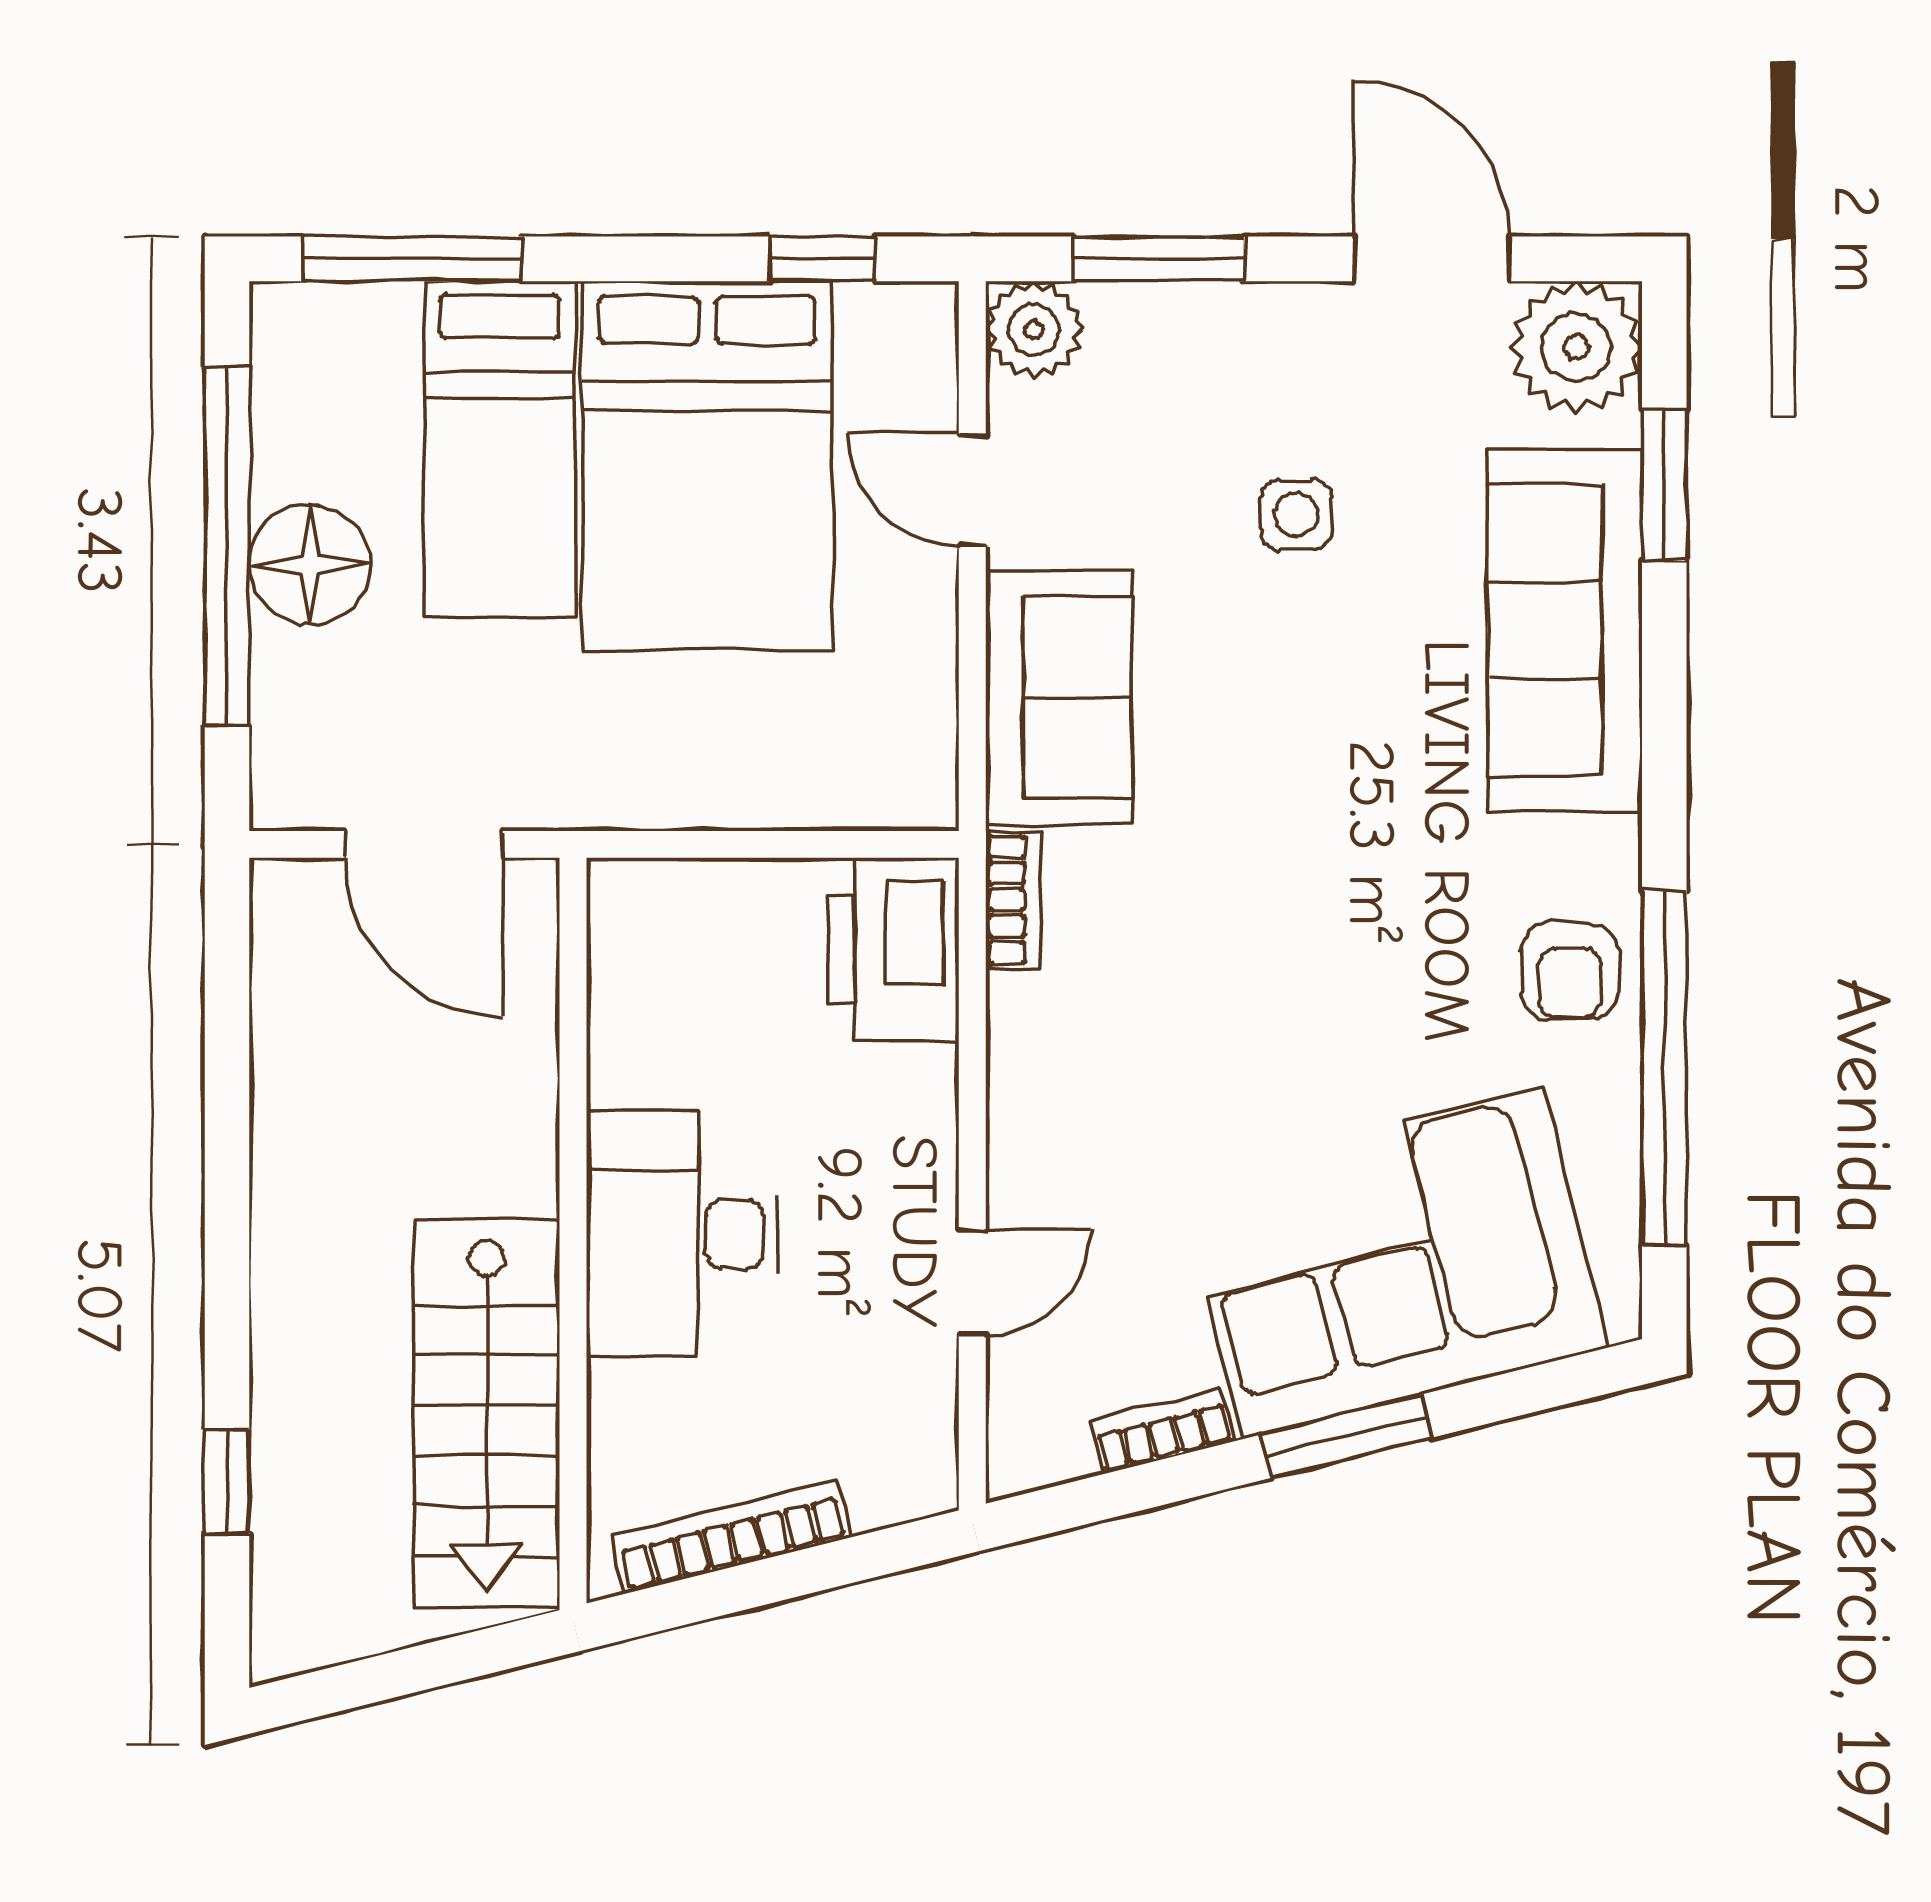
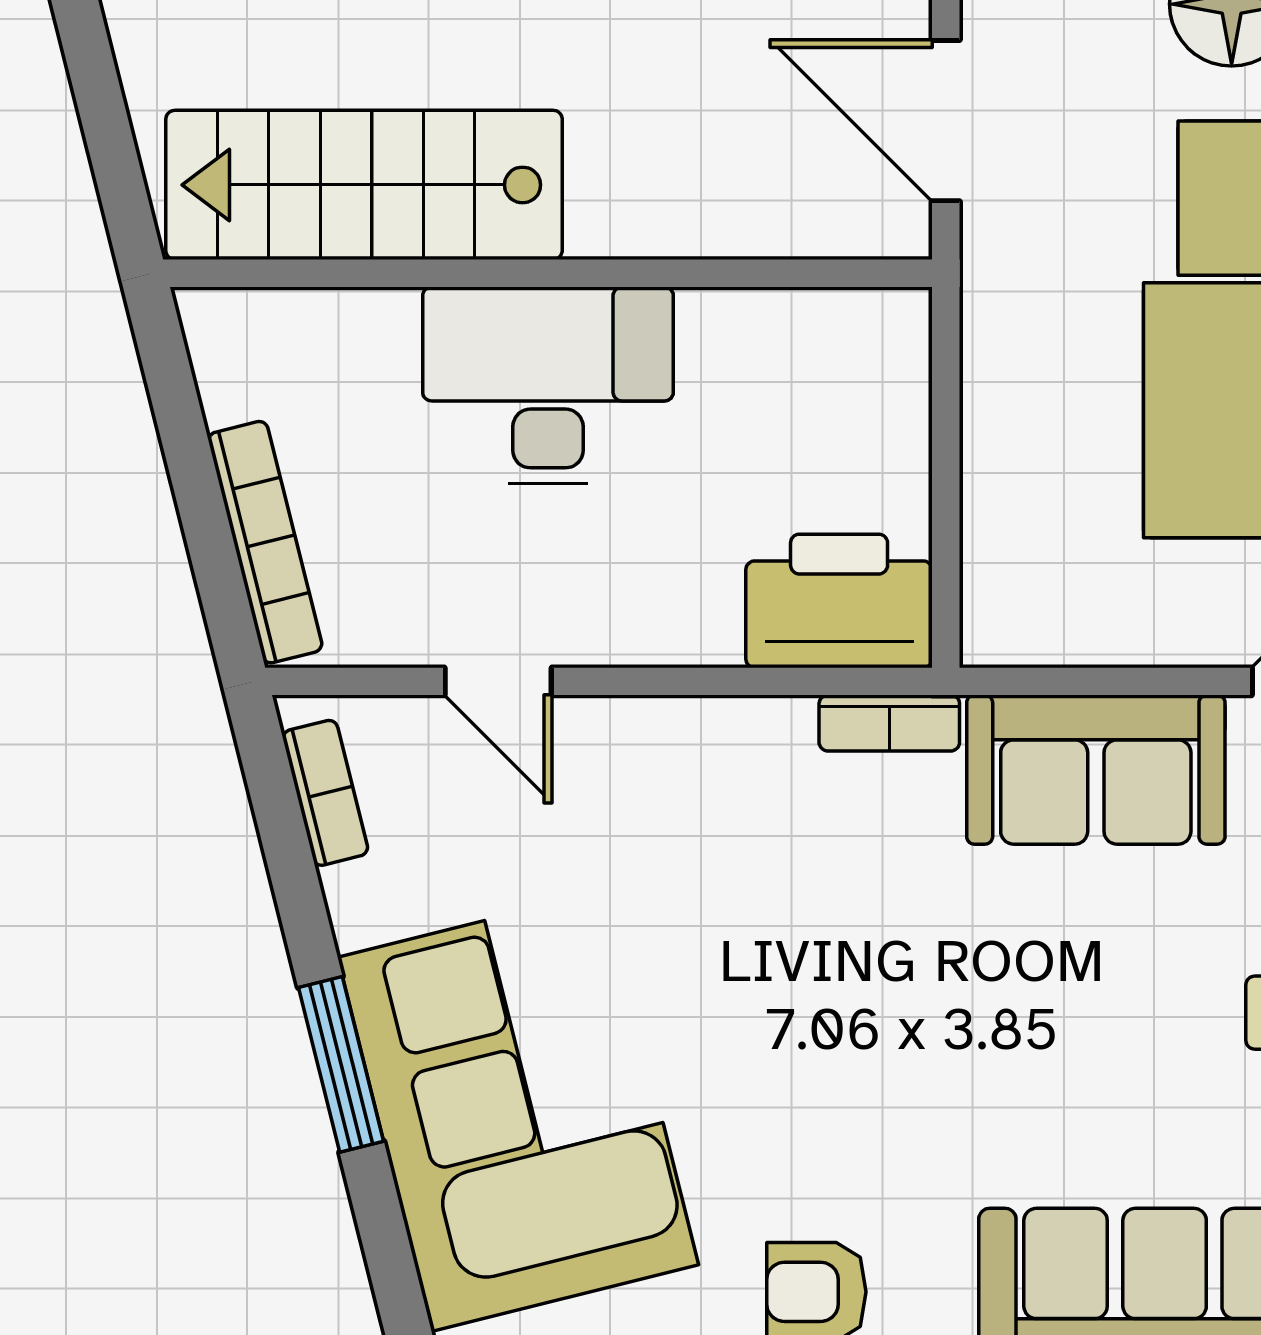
door: (424, 844) -> (946, 121), hinge flipped
bookcase: (1162, 1431) -> (325, 793), moved
bookcase: (731, 1537) -> (265, 542), moved

